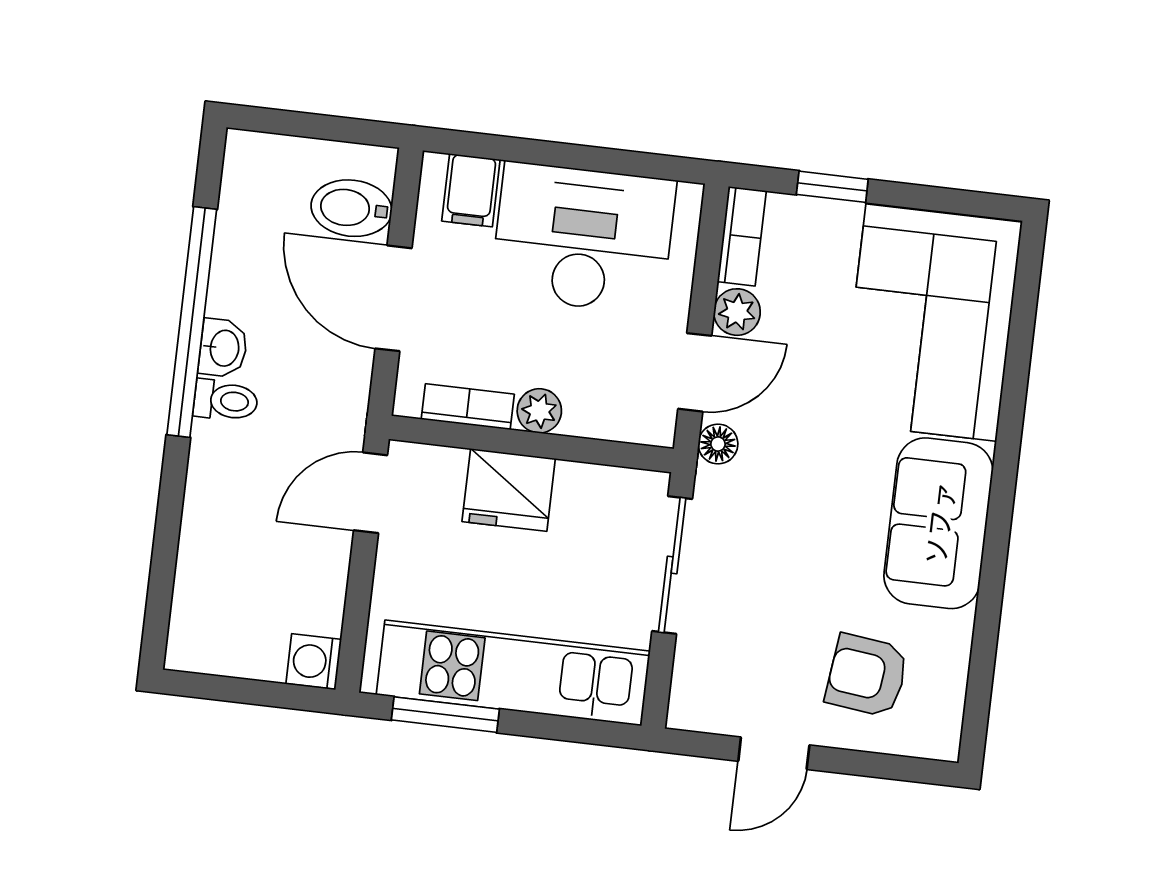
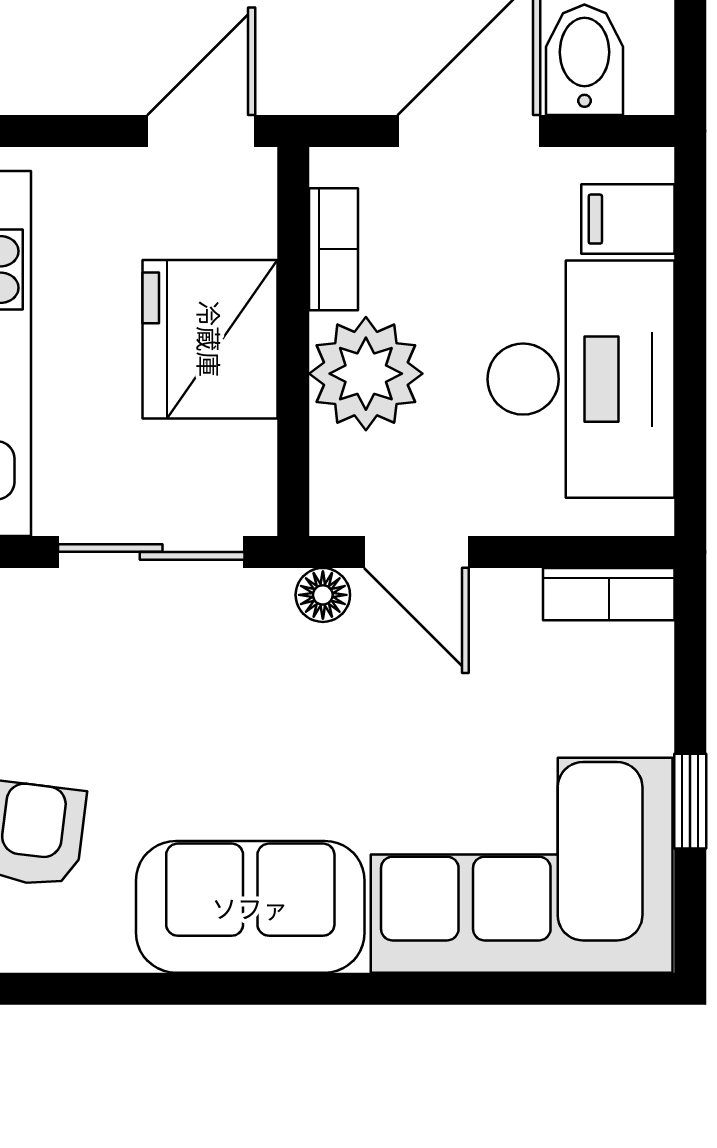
window: (832, 187) -> (690, 801), moved
plant: (737, 312) -> (505, 600), removed
plant: (539, 411) -> (366, 374), width x1.87, depth x1.87
fridge: (509, 490) -> (210, 339), width x1.36, depth x1.34
door: (371, 493) -> (201, 131), hinge flipped

